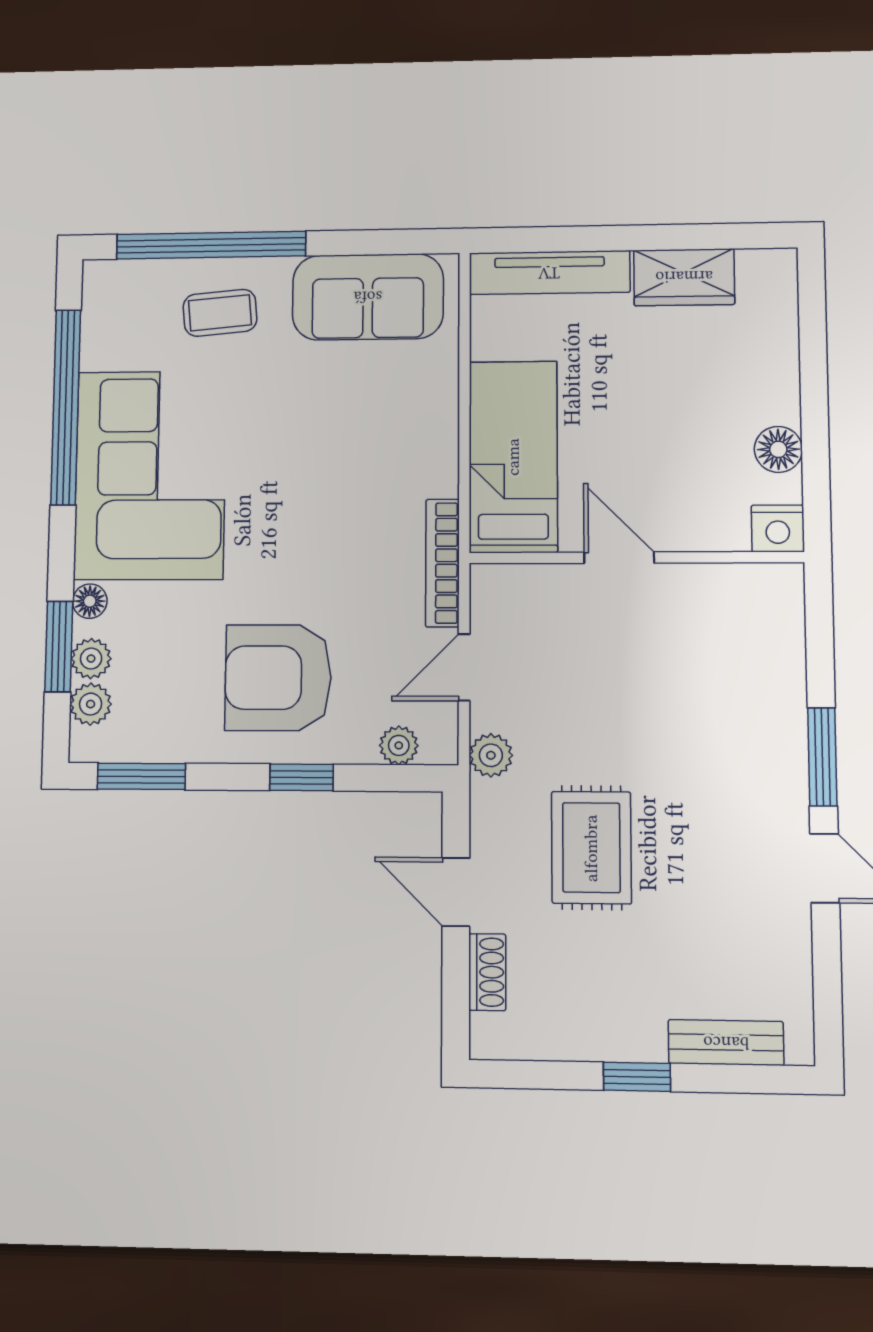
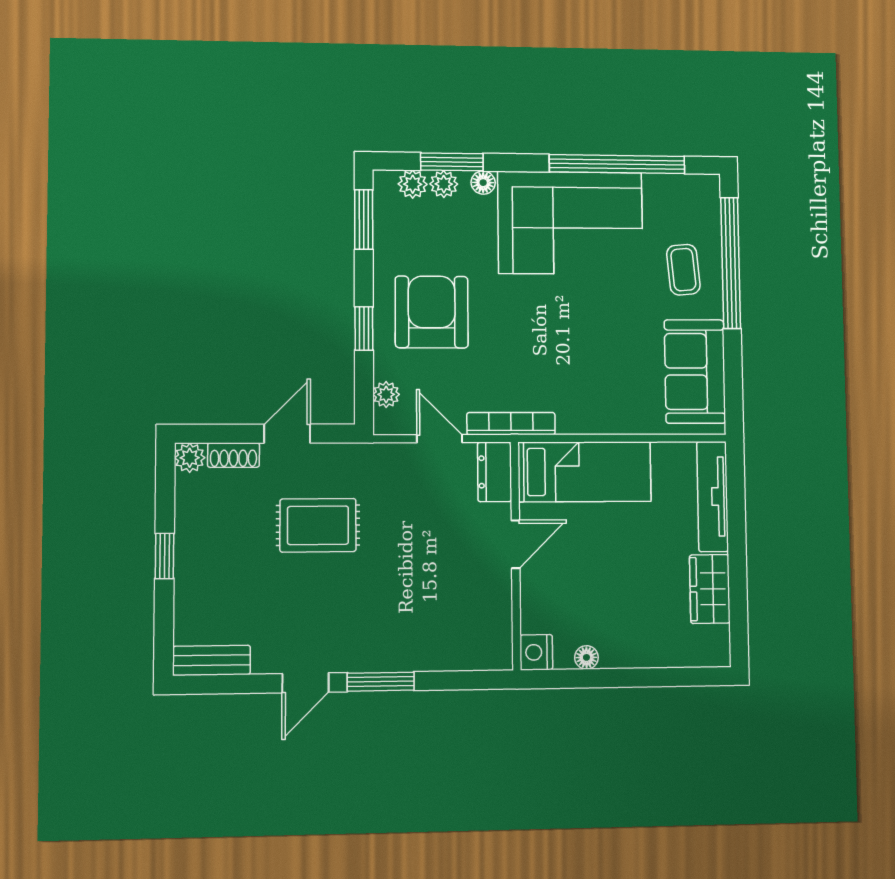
floor lamp: (778, 449) -> (586, 657), width x0.73, depth x0.73
dresser: (513, 587) -> (495, 472), added
plant: (491, 755) -> (190, 458), moved
bench: (726, 1043) -> (212, 660), moved, turned 90

